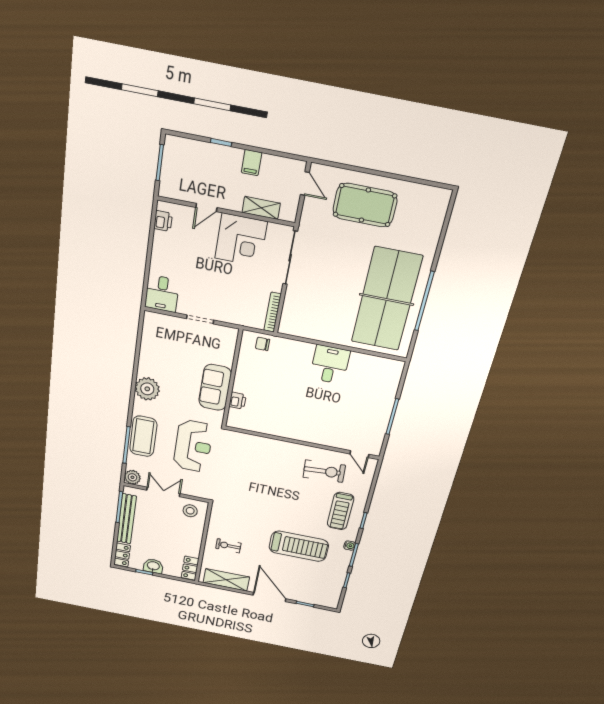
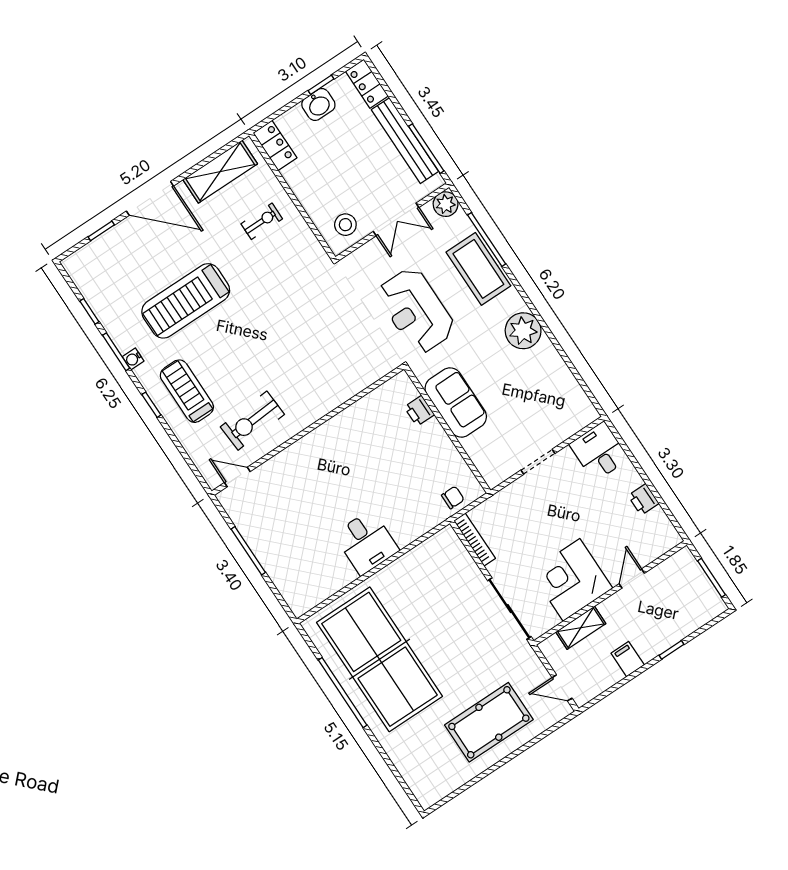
printer: (163, 221) -> (644, 500), moved

